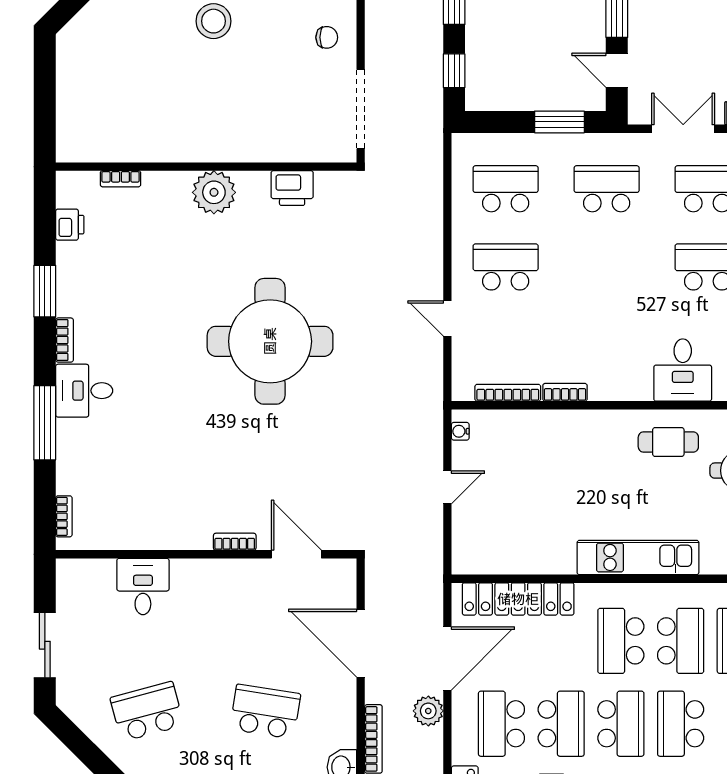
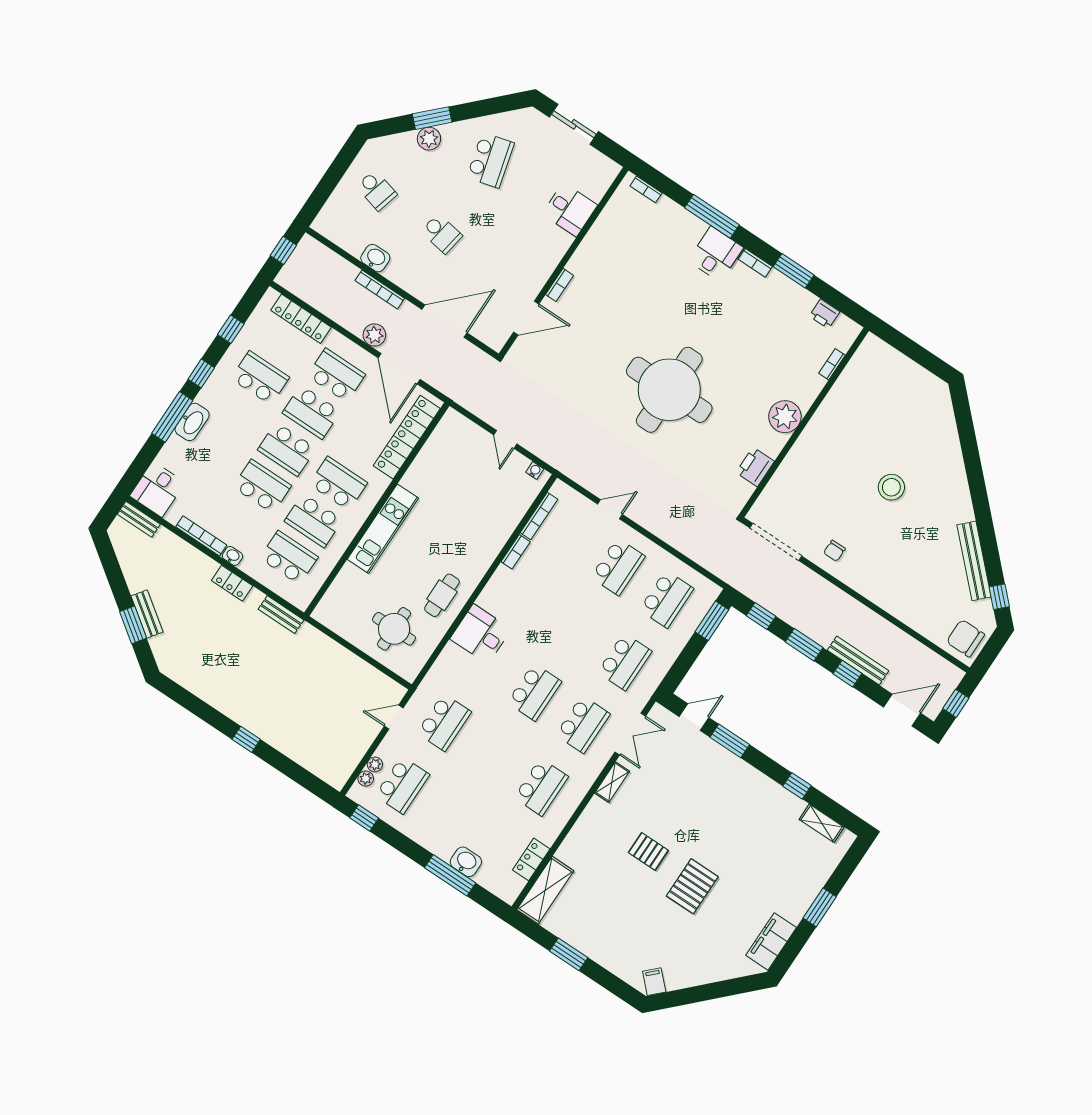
window: (559, 122) -> (712, 621), moved
school desk: (265, 712) -> (442, 234), width x0.54

